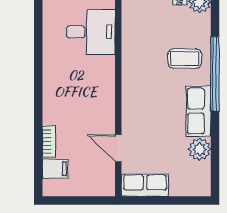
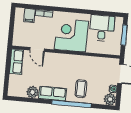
desk: (91, 32) -> (102, 28), moved, turned 180
corner desk: (85, 86) -> (71, 35), added
door: (118, 148) -> (37, 49), swing flipped

